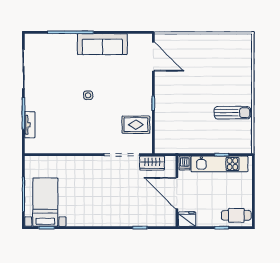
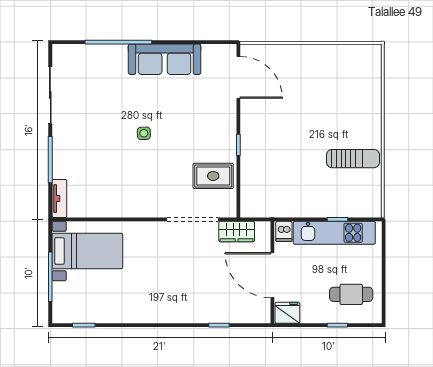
tv unit: (30, 125) -> (59, 198), moved
bed with nightstands: (45, 202) -> (87, 251), moved, turned 90
cafe table: (236, 215) -> (351, 294), moved

